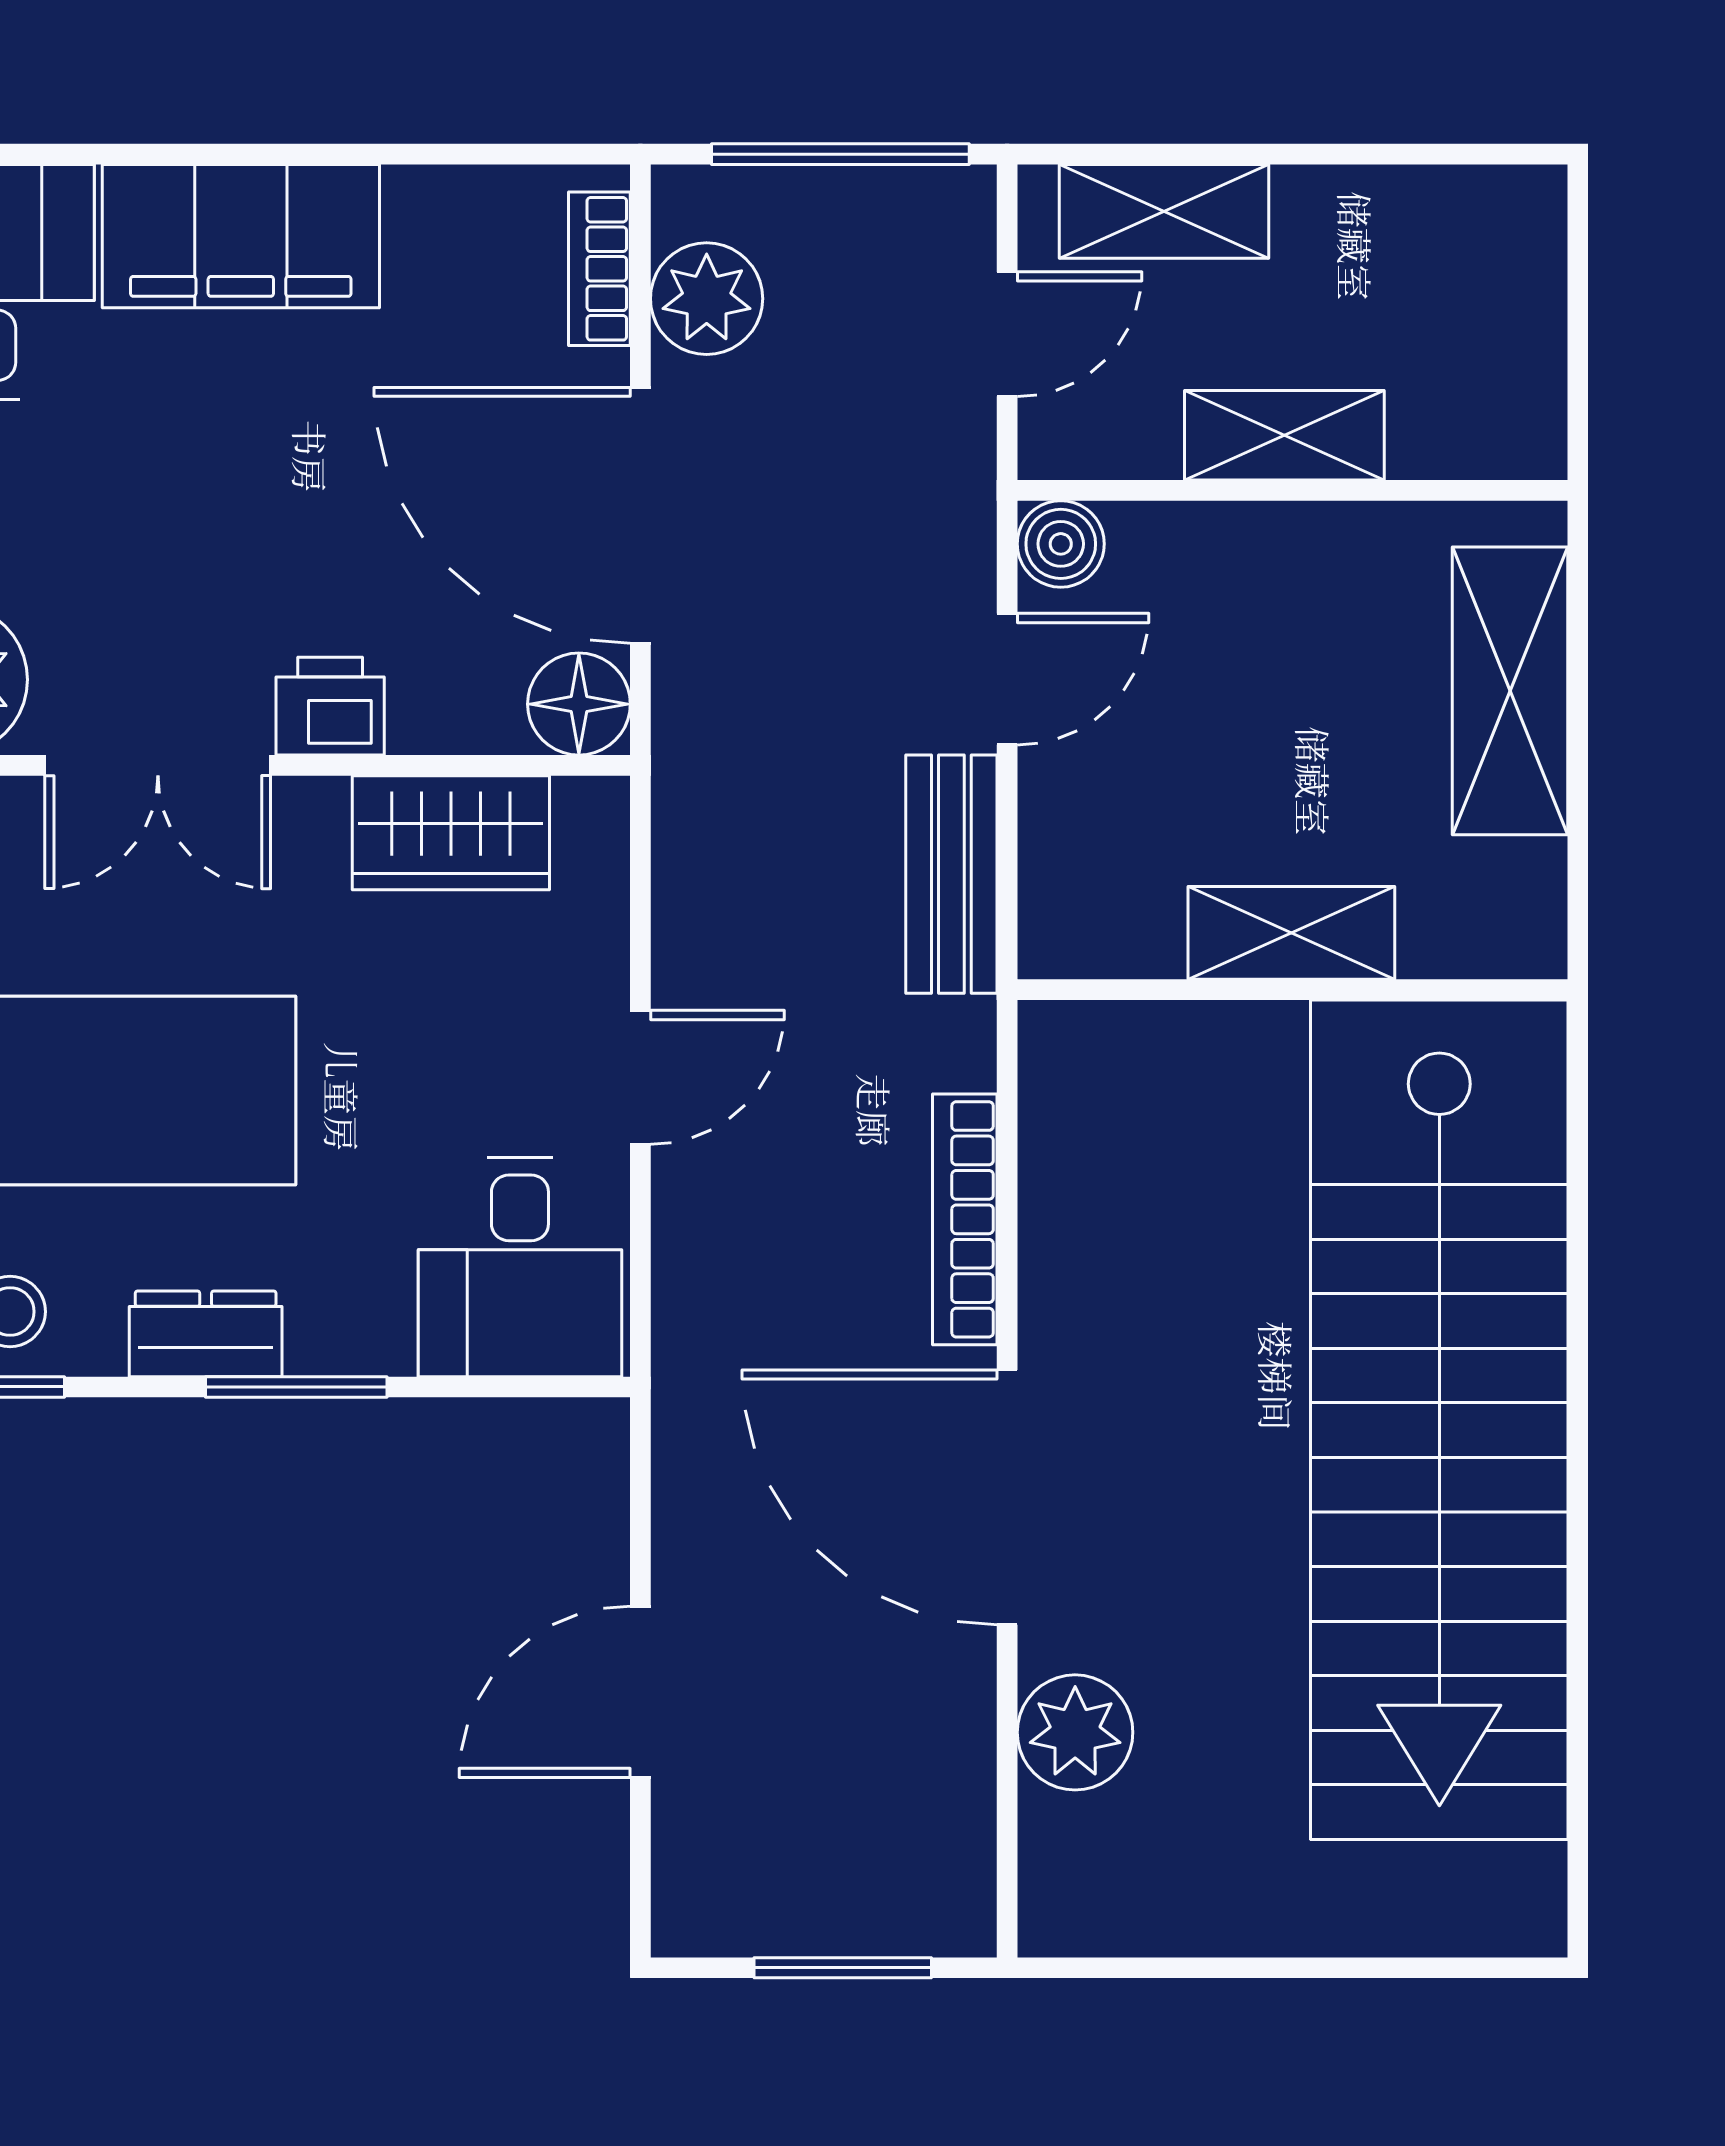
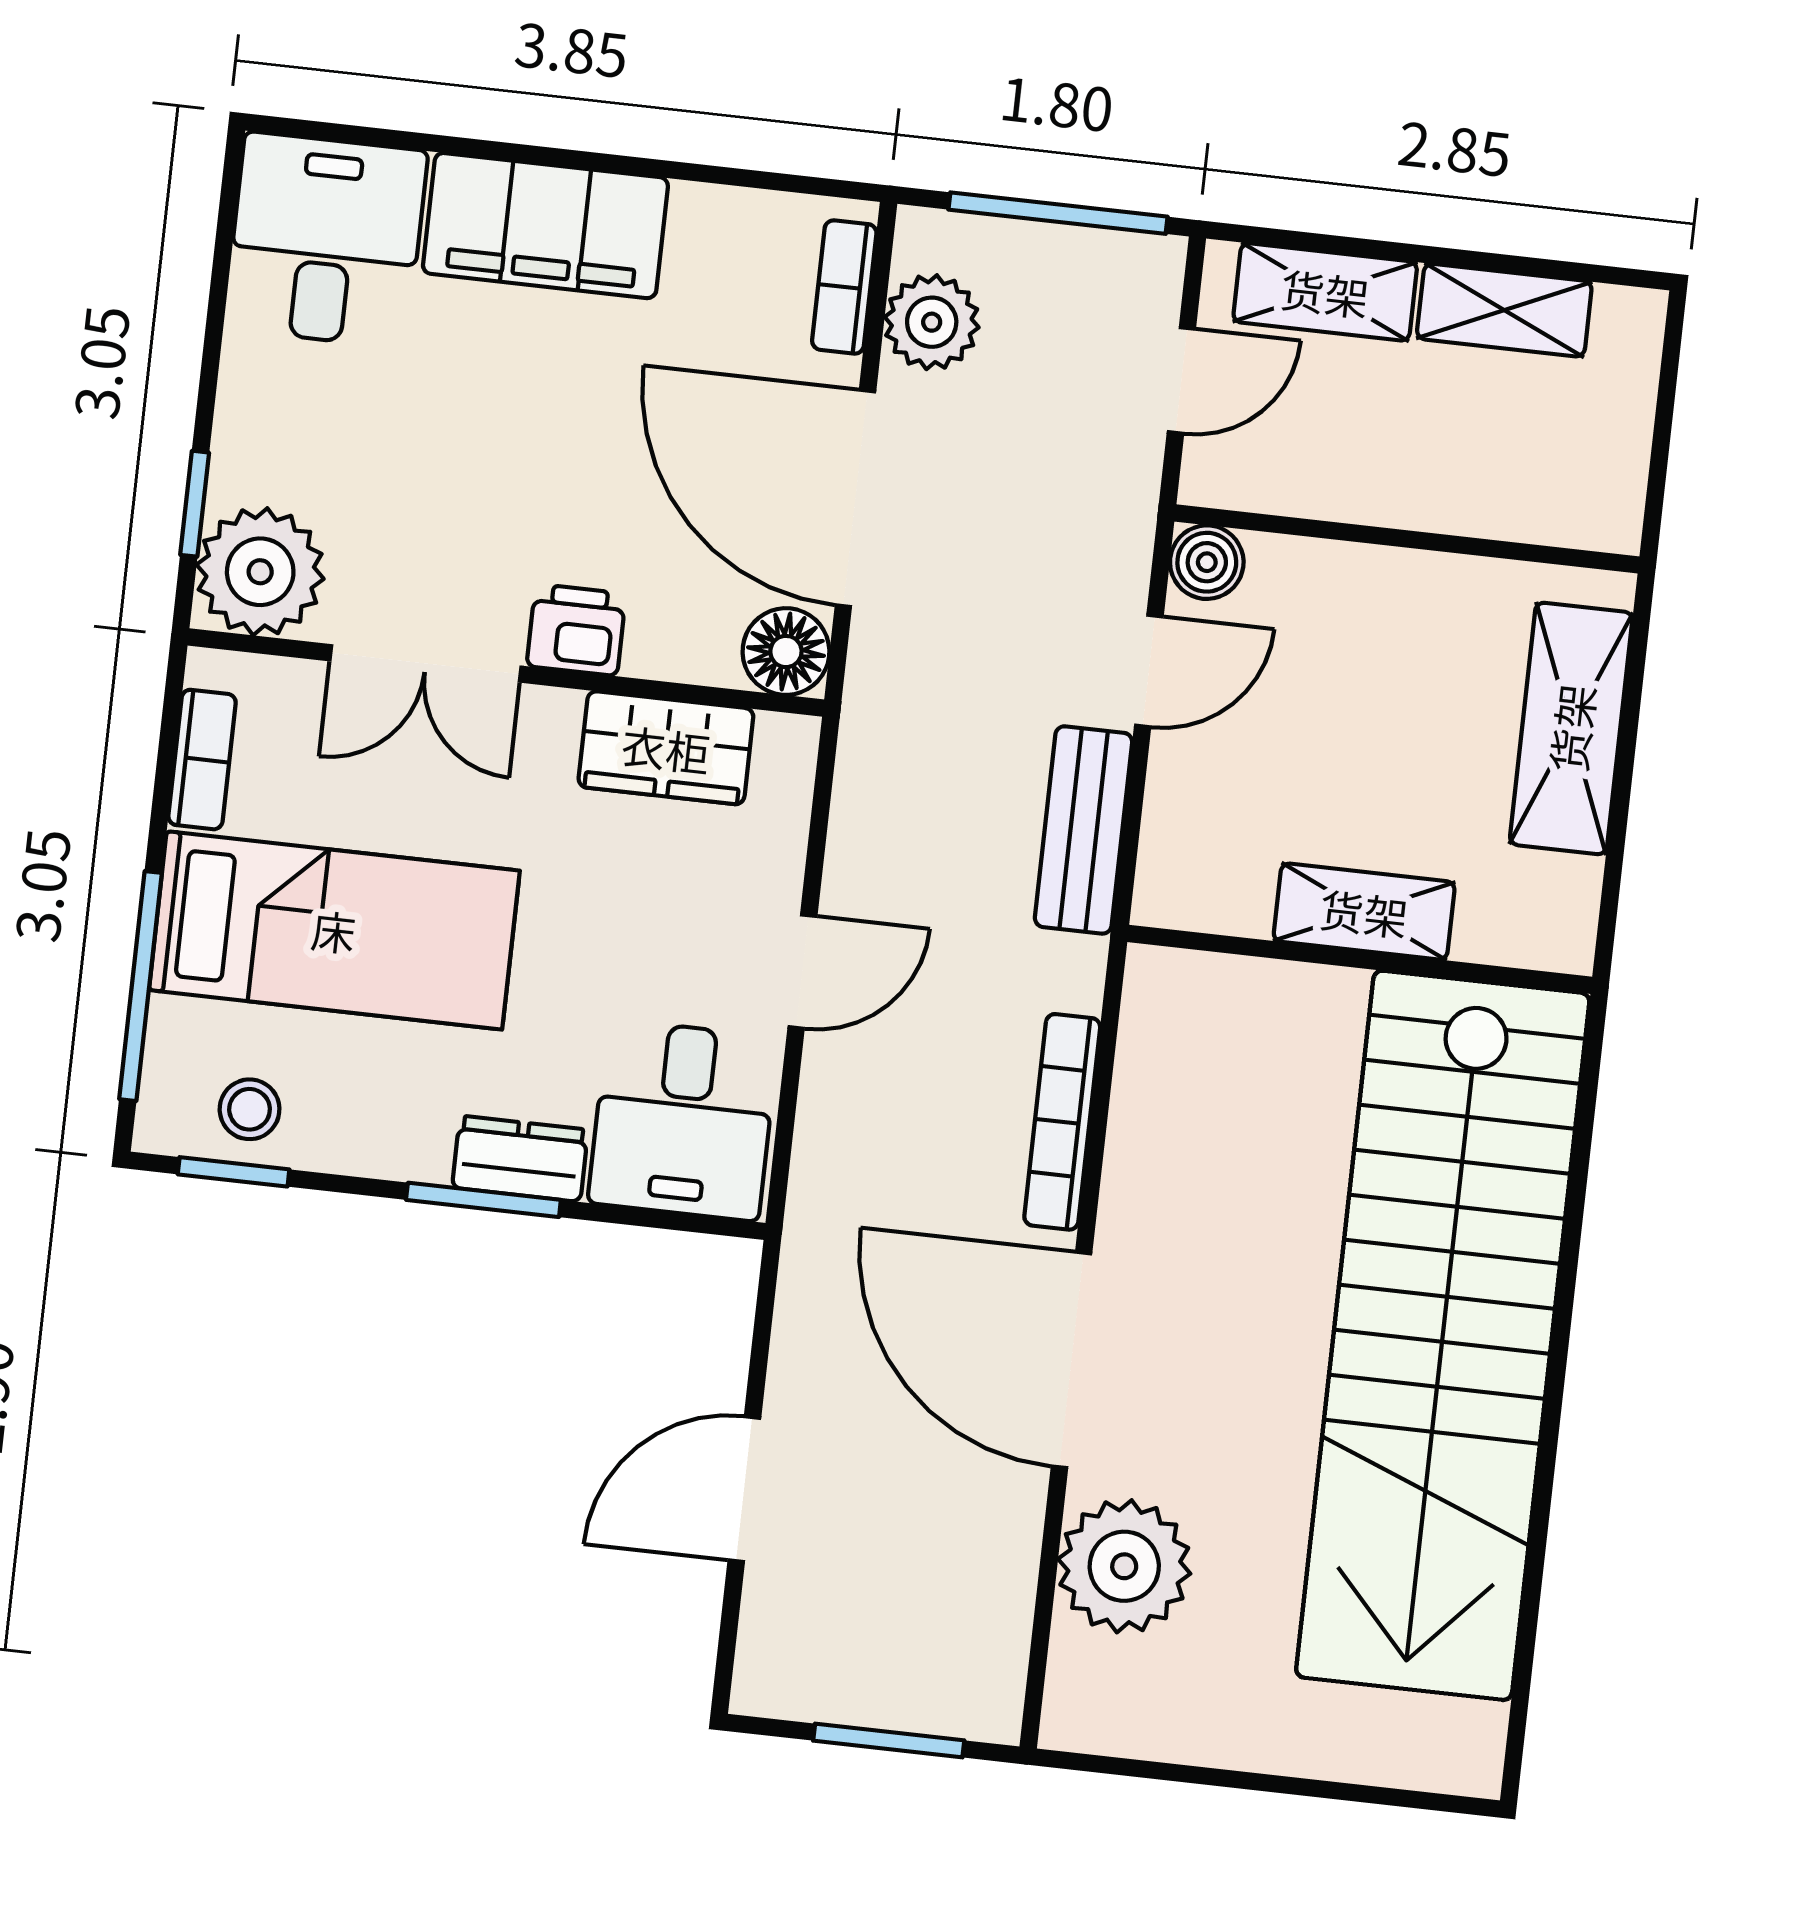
shelving: (1284, 435) -> (1504, 310), moved
dresser: (206, 1334) -> (520, 1159), moved
plant: (1075, 1732) -> (1124, 1566), width x1.36, depth x1.36

